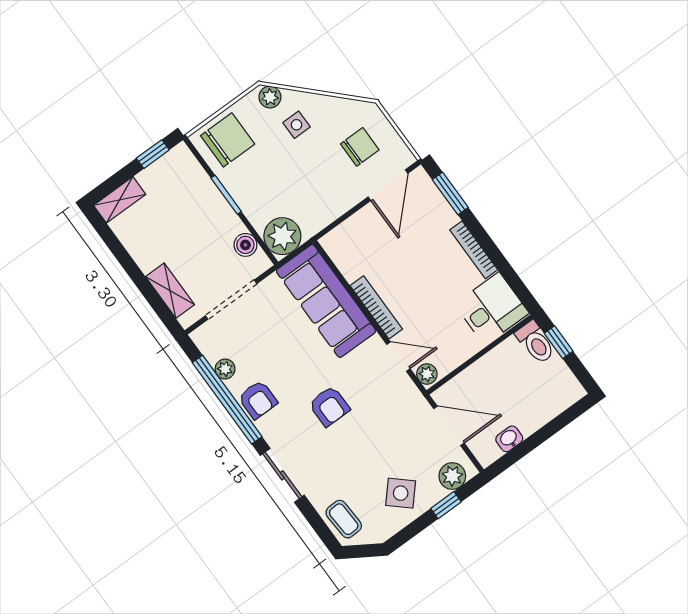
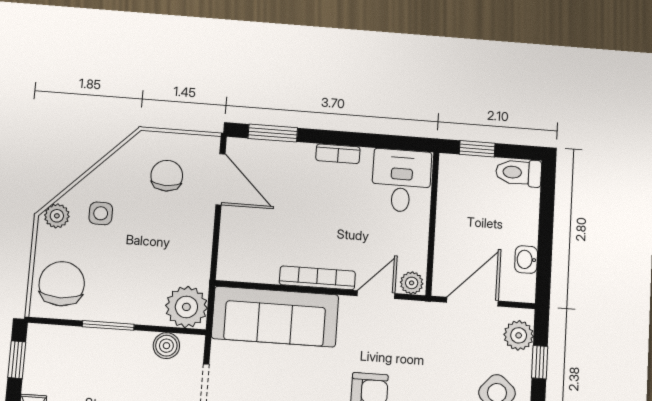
bookcase: (474, 250) -> (338, 154), width x0.64
toilet: (535, 342) -> (519, 173), moved, turned 180

